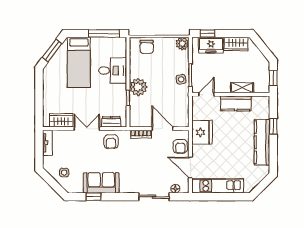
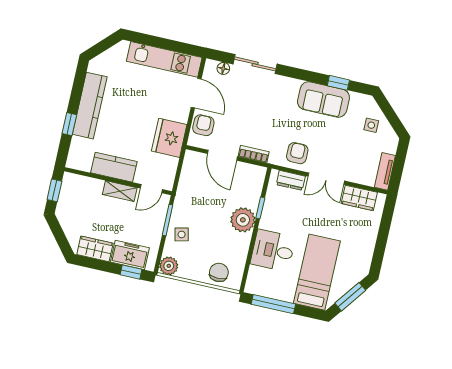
side table: (181, 79) -> (182, 234), moved
shelving: (242, 88) -> (120, 191), moved

